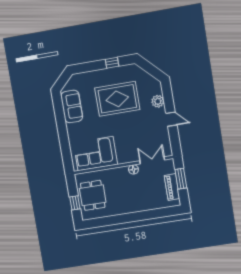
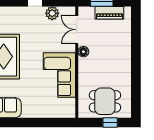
plant: (158, 101) -> (52, 13), moved
corner sofa: (95, 154) -> (59, 75), moved

